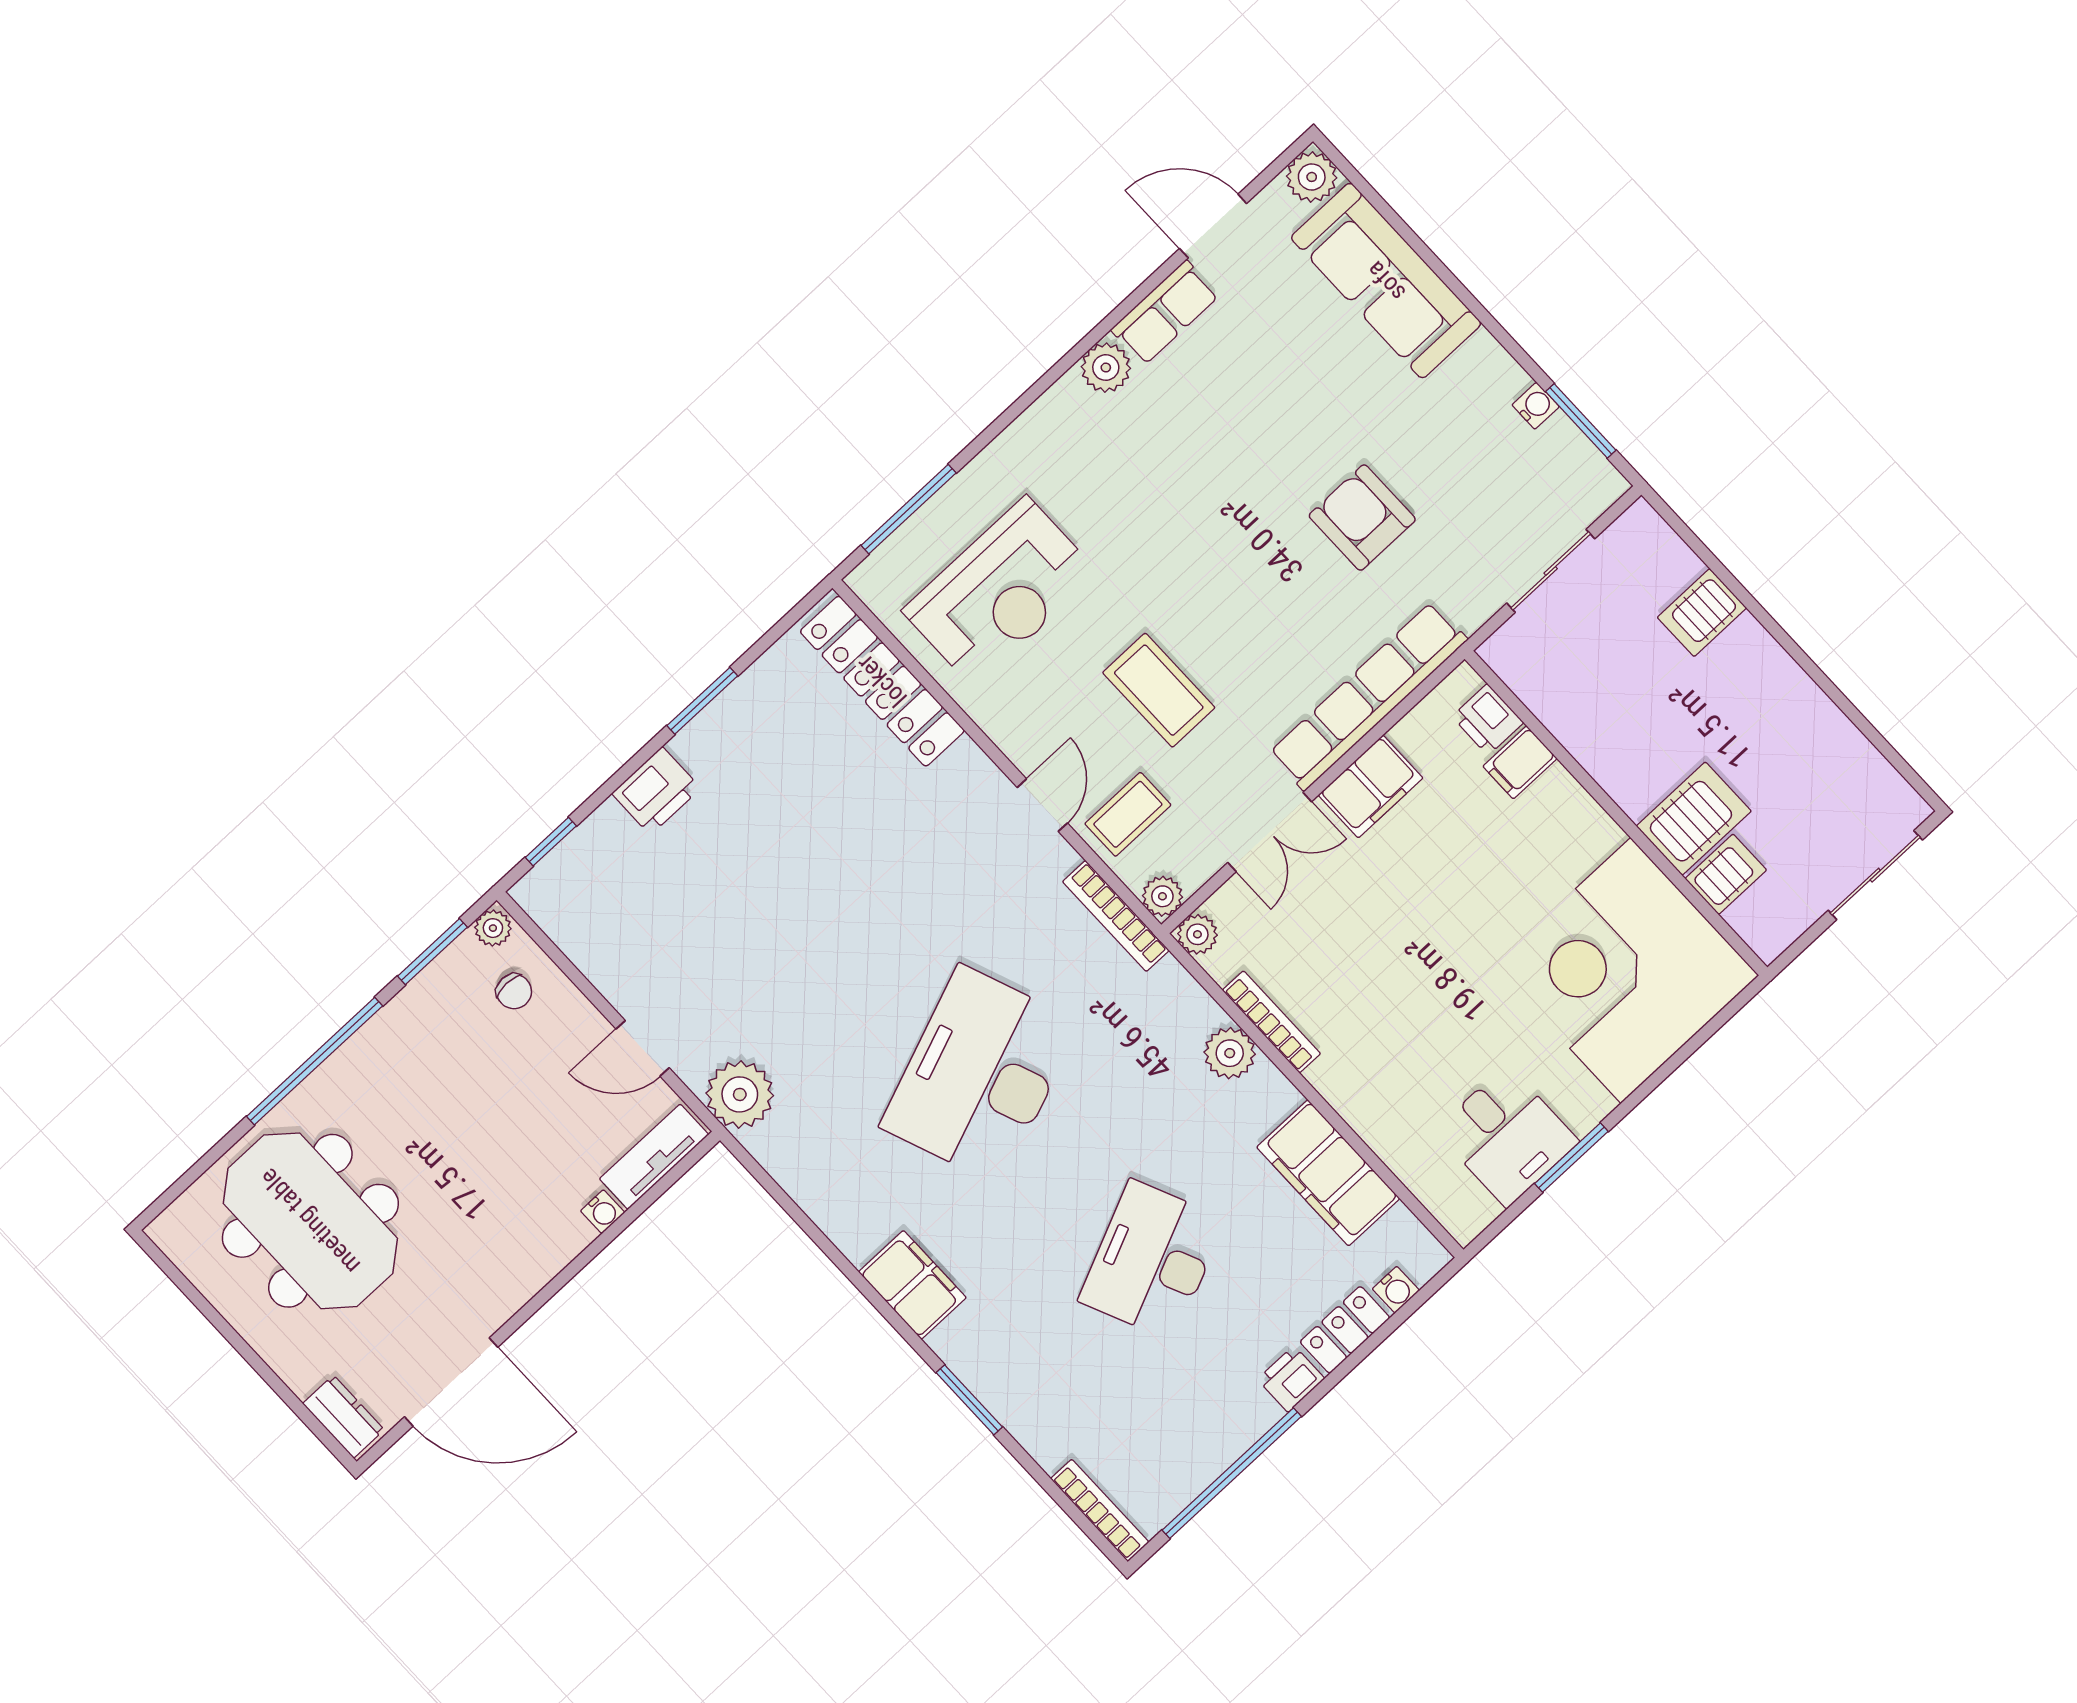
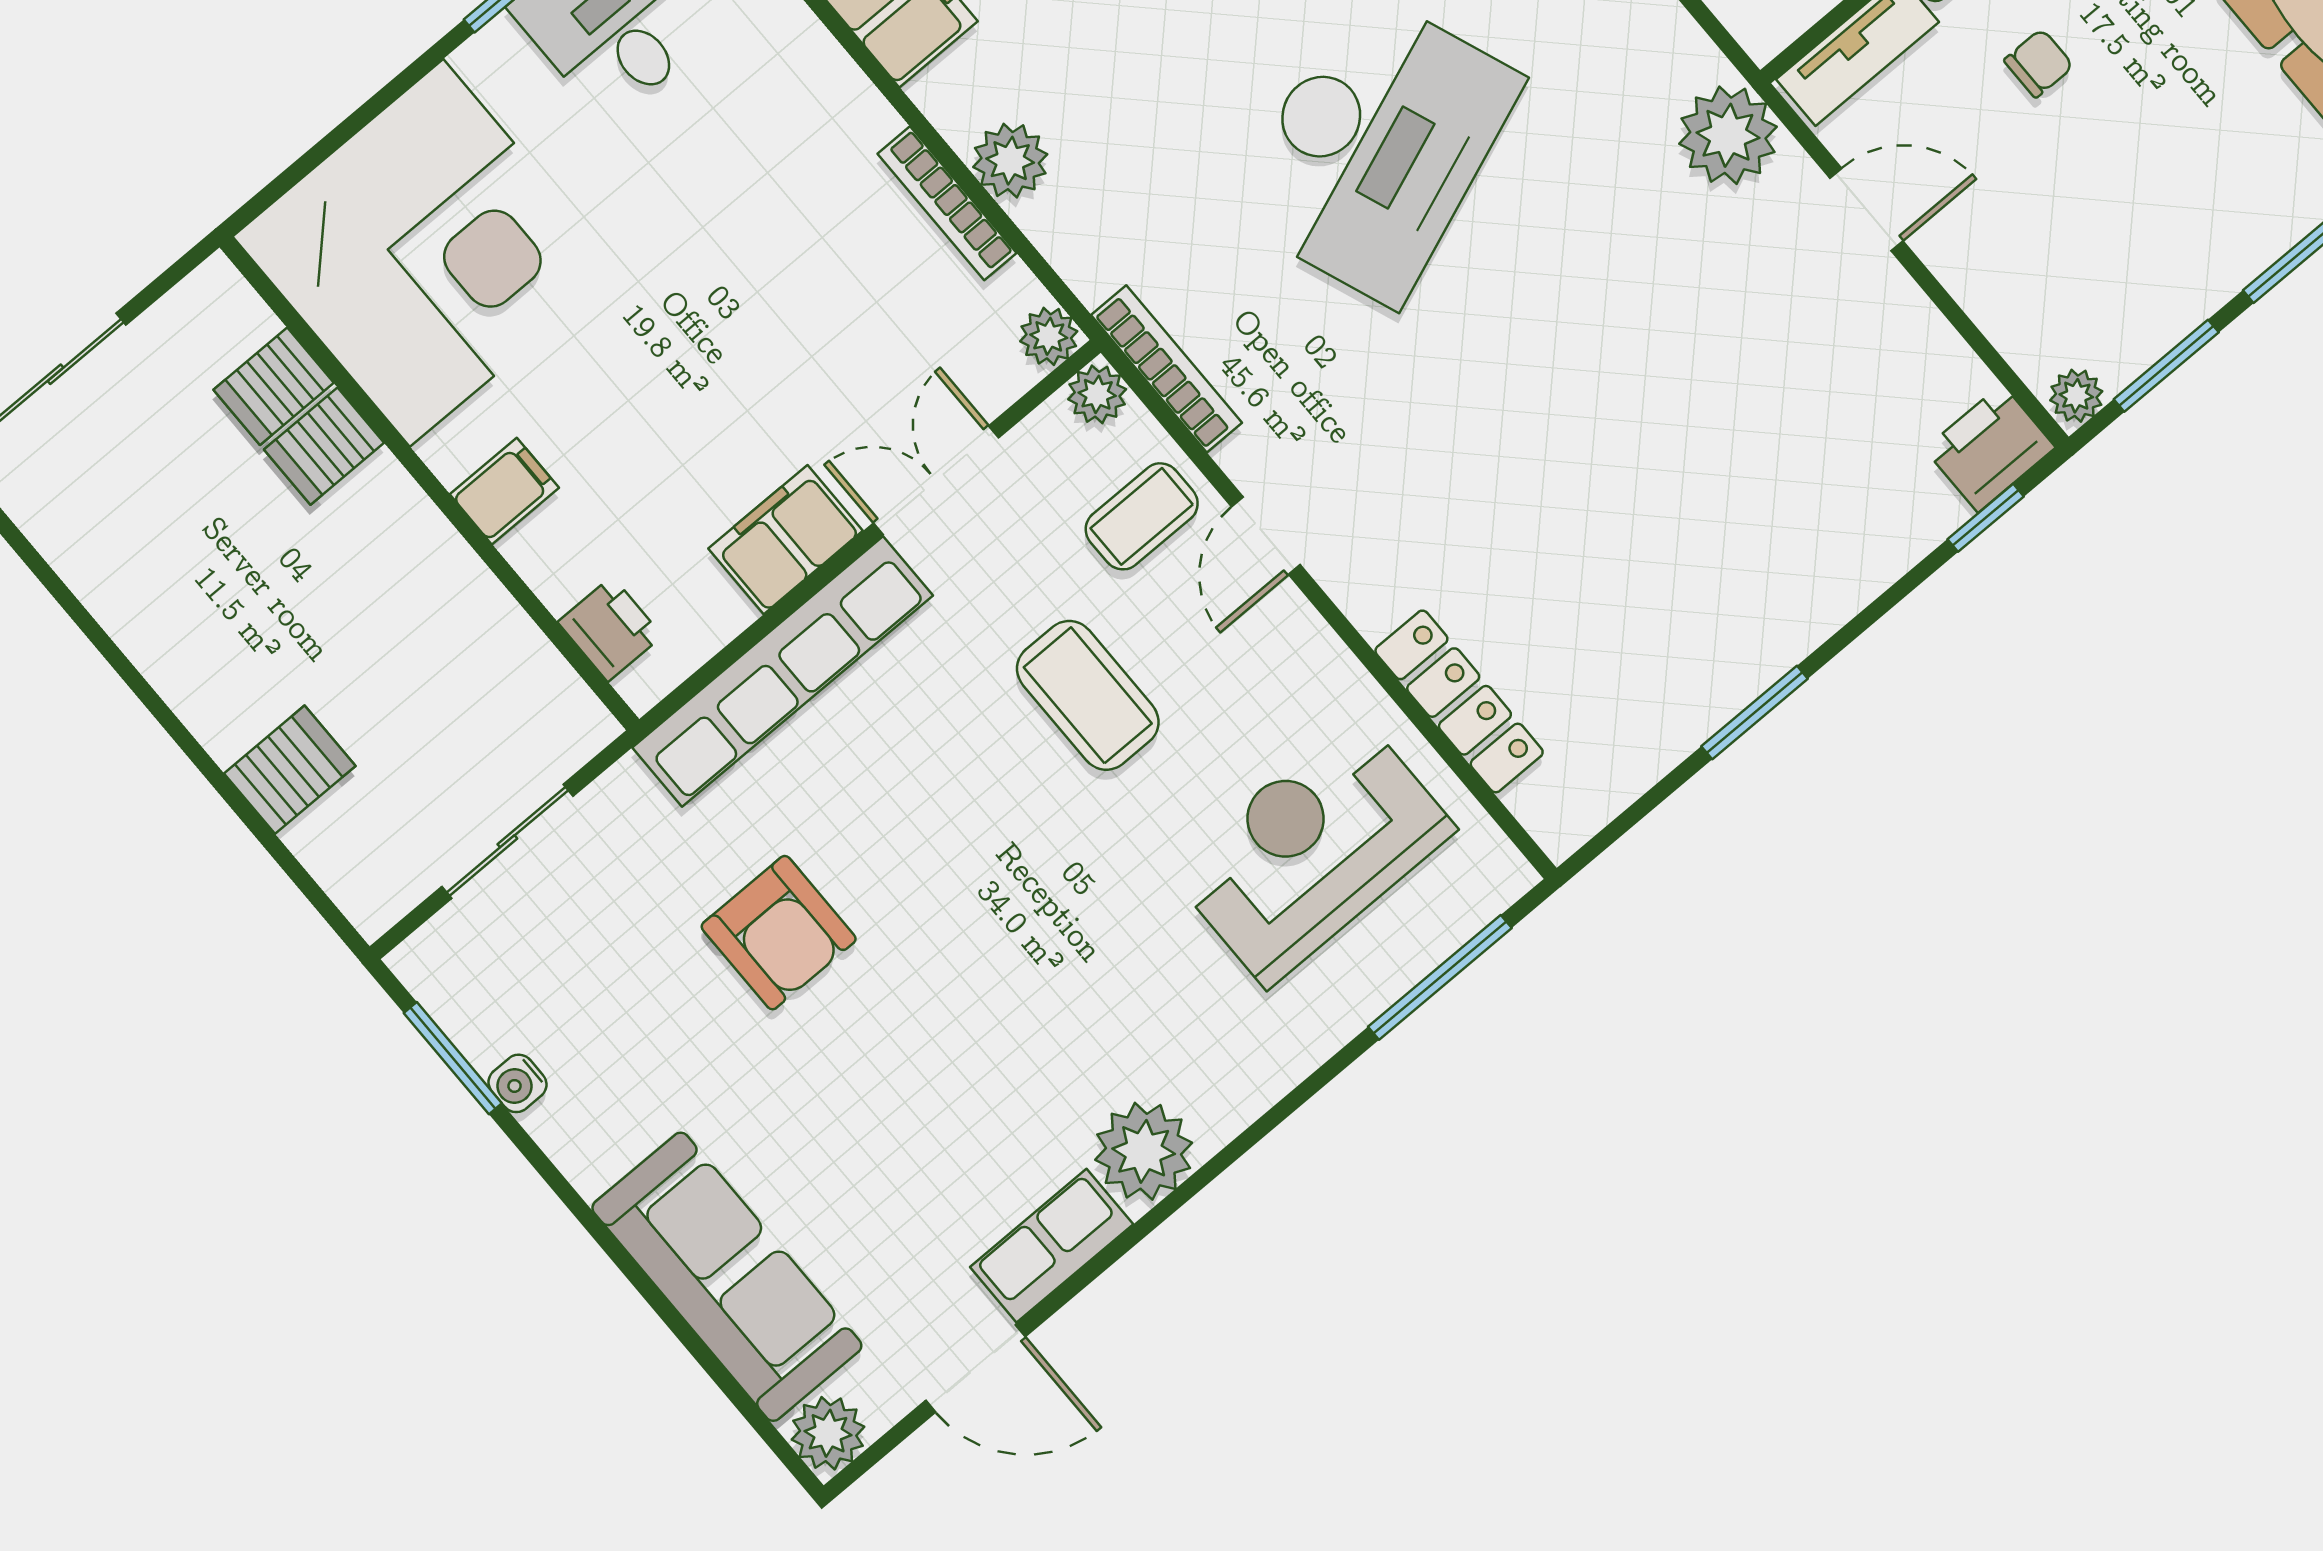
plant: (1106, 368) -> (1144, 1151), width x1.36, depth x1.36
locker: (882, 681) -> (1459, 701), width x0.71, depth x0.83
filing cabinet: (1520, 762) -> (504, 491), moved
printer: (656, 791) -> (1990, 448), moved
server rack: (1694, 819) -> (324, 446), width x0.73, depth x0.70
chair: (514, 991) -> (2039, 63), moved, turned 90

